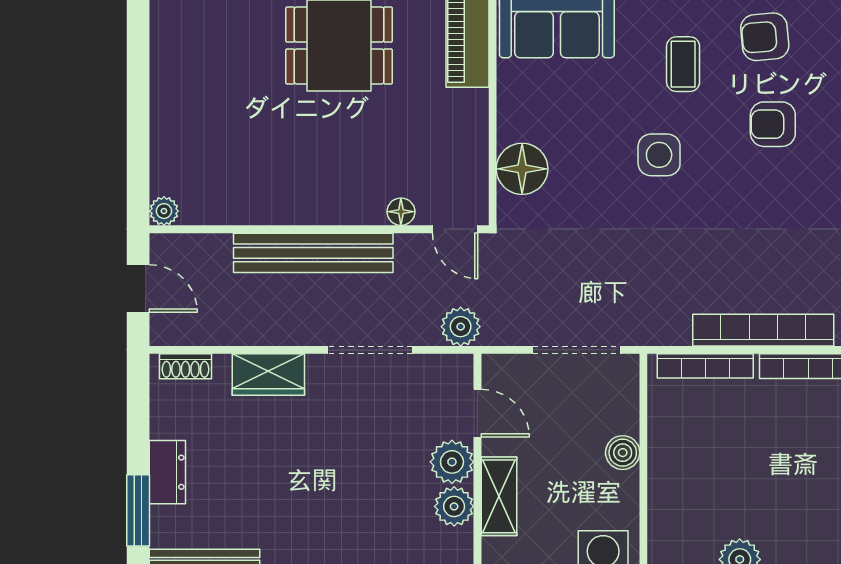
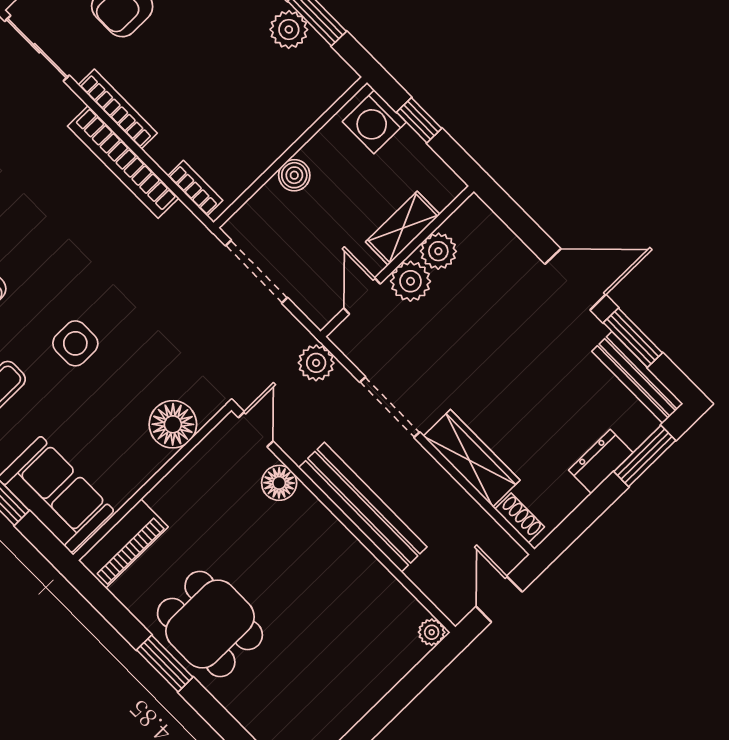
floor lamp: (401, 212) -> (279, 483), width x1.37, depth x1.37
bookcase: (705, 366) -> (195, 188), width x0.64
wardrobe: (268, 375) -> (472, 458), width x1.50

